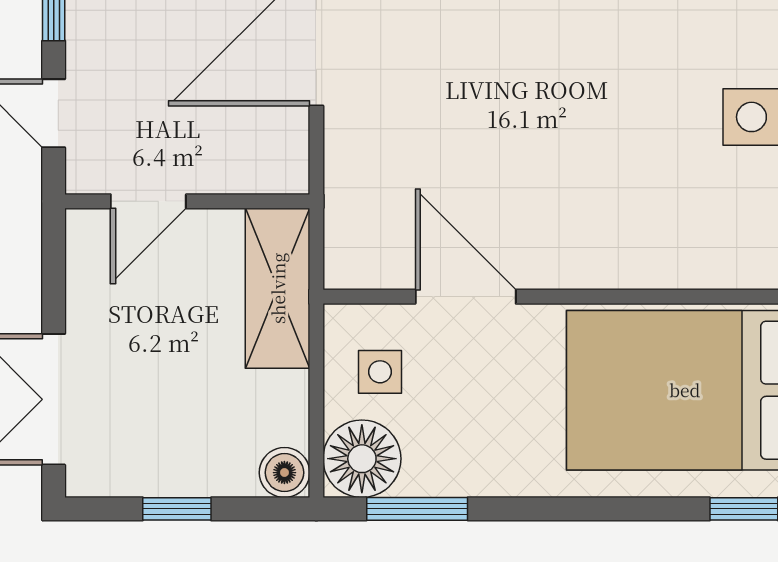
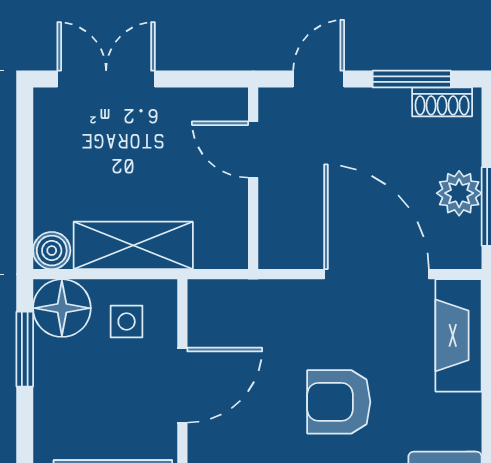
armchair: (488, 86) -> (339, 402), added
shelving: (278, 288) -> (133, 245), moved
window: (177, 509) -> (25, 171), removed

